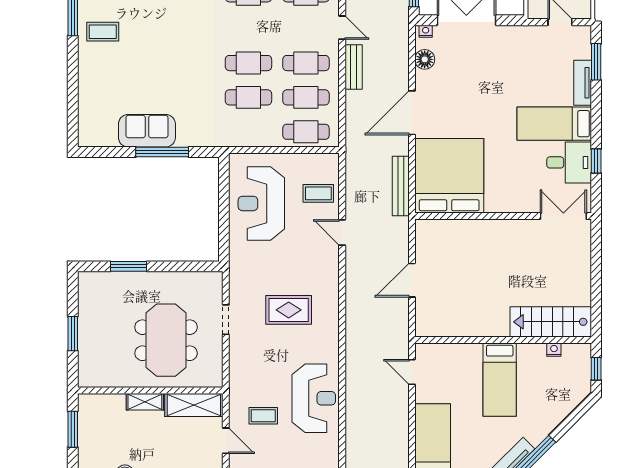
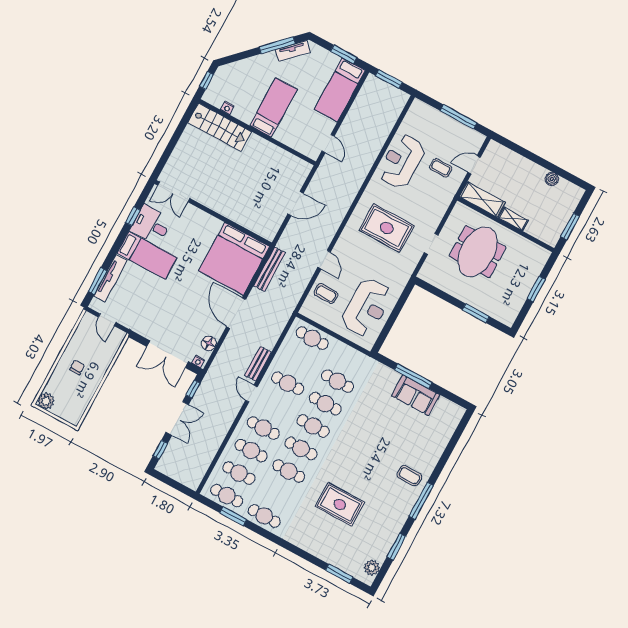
tv unit: (583, 83) -> (111, 278), width x1.41
cafe table: (306, 97) -> (313, 426), moved
door: (412, 113) -> (236, 313), swing flipped
rug: (289, 310) -> (387, 228), width x1.36, depth x1.43
door: (226, 441) -> (474, 165), hinge flipped

